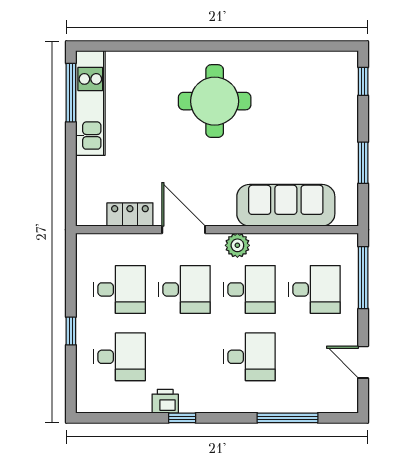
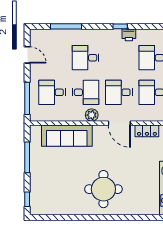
window: (363, 163) -> (27, 157), width x1.44
desk: (249, 289) -> (86, 92), turned 180

